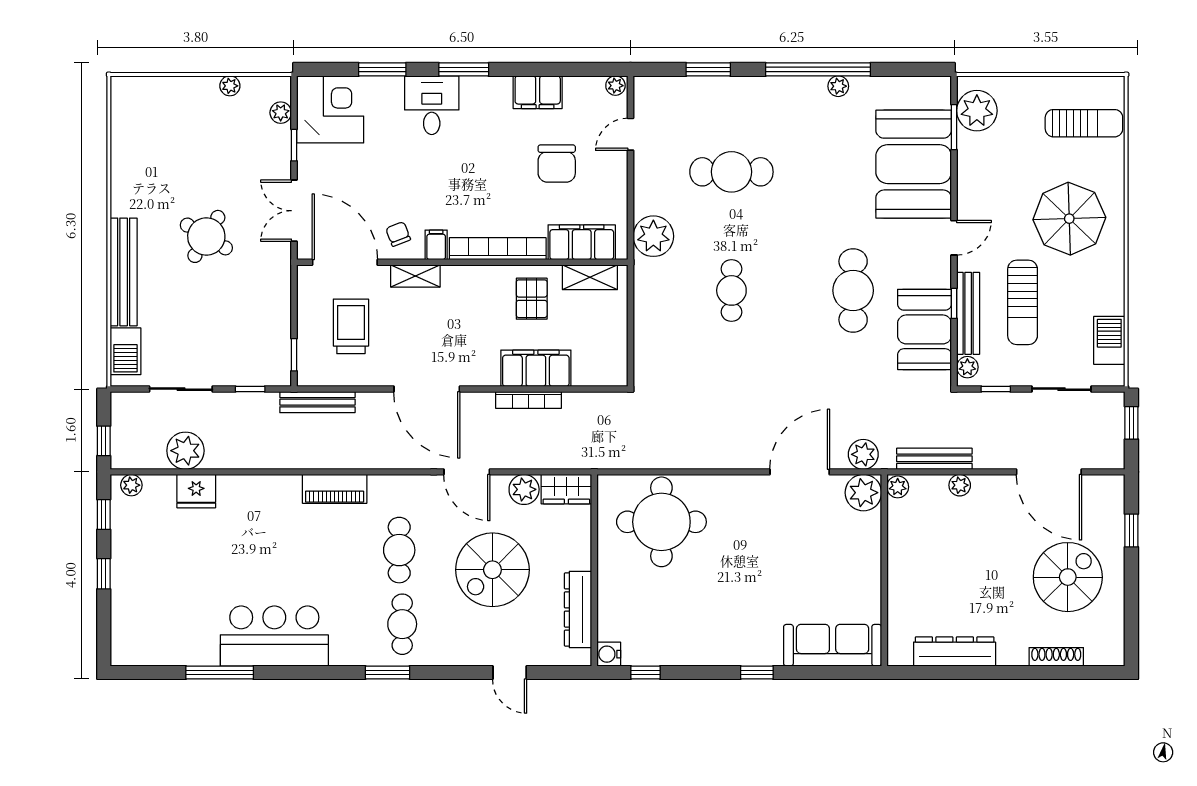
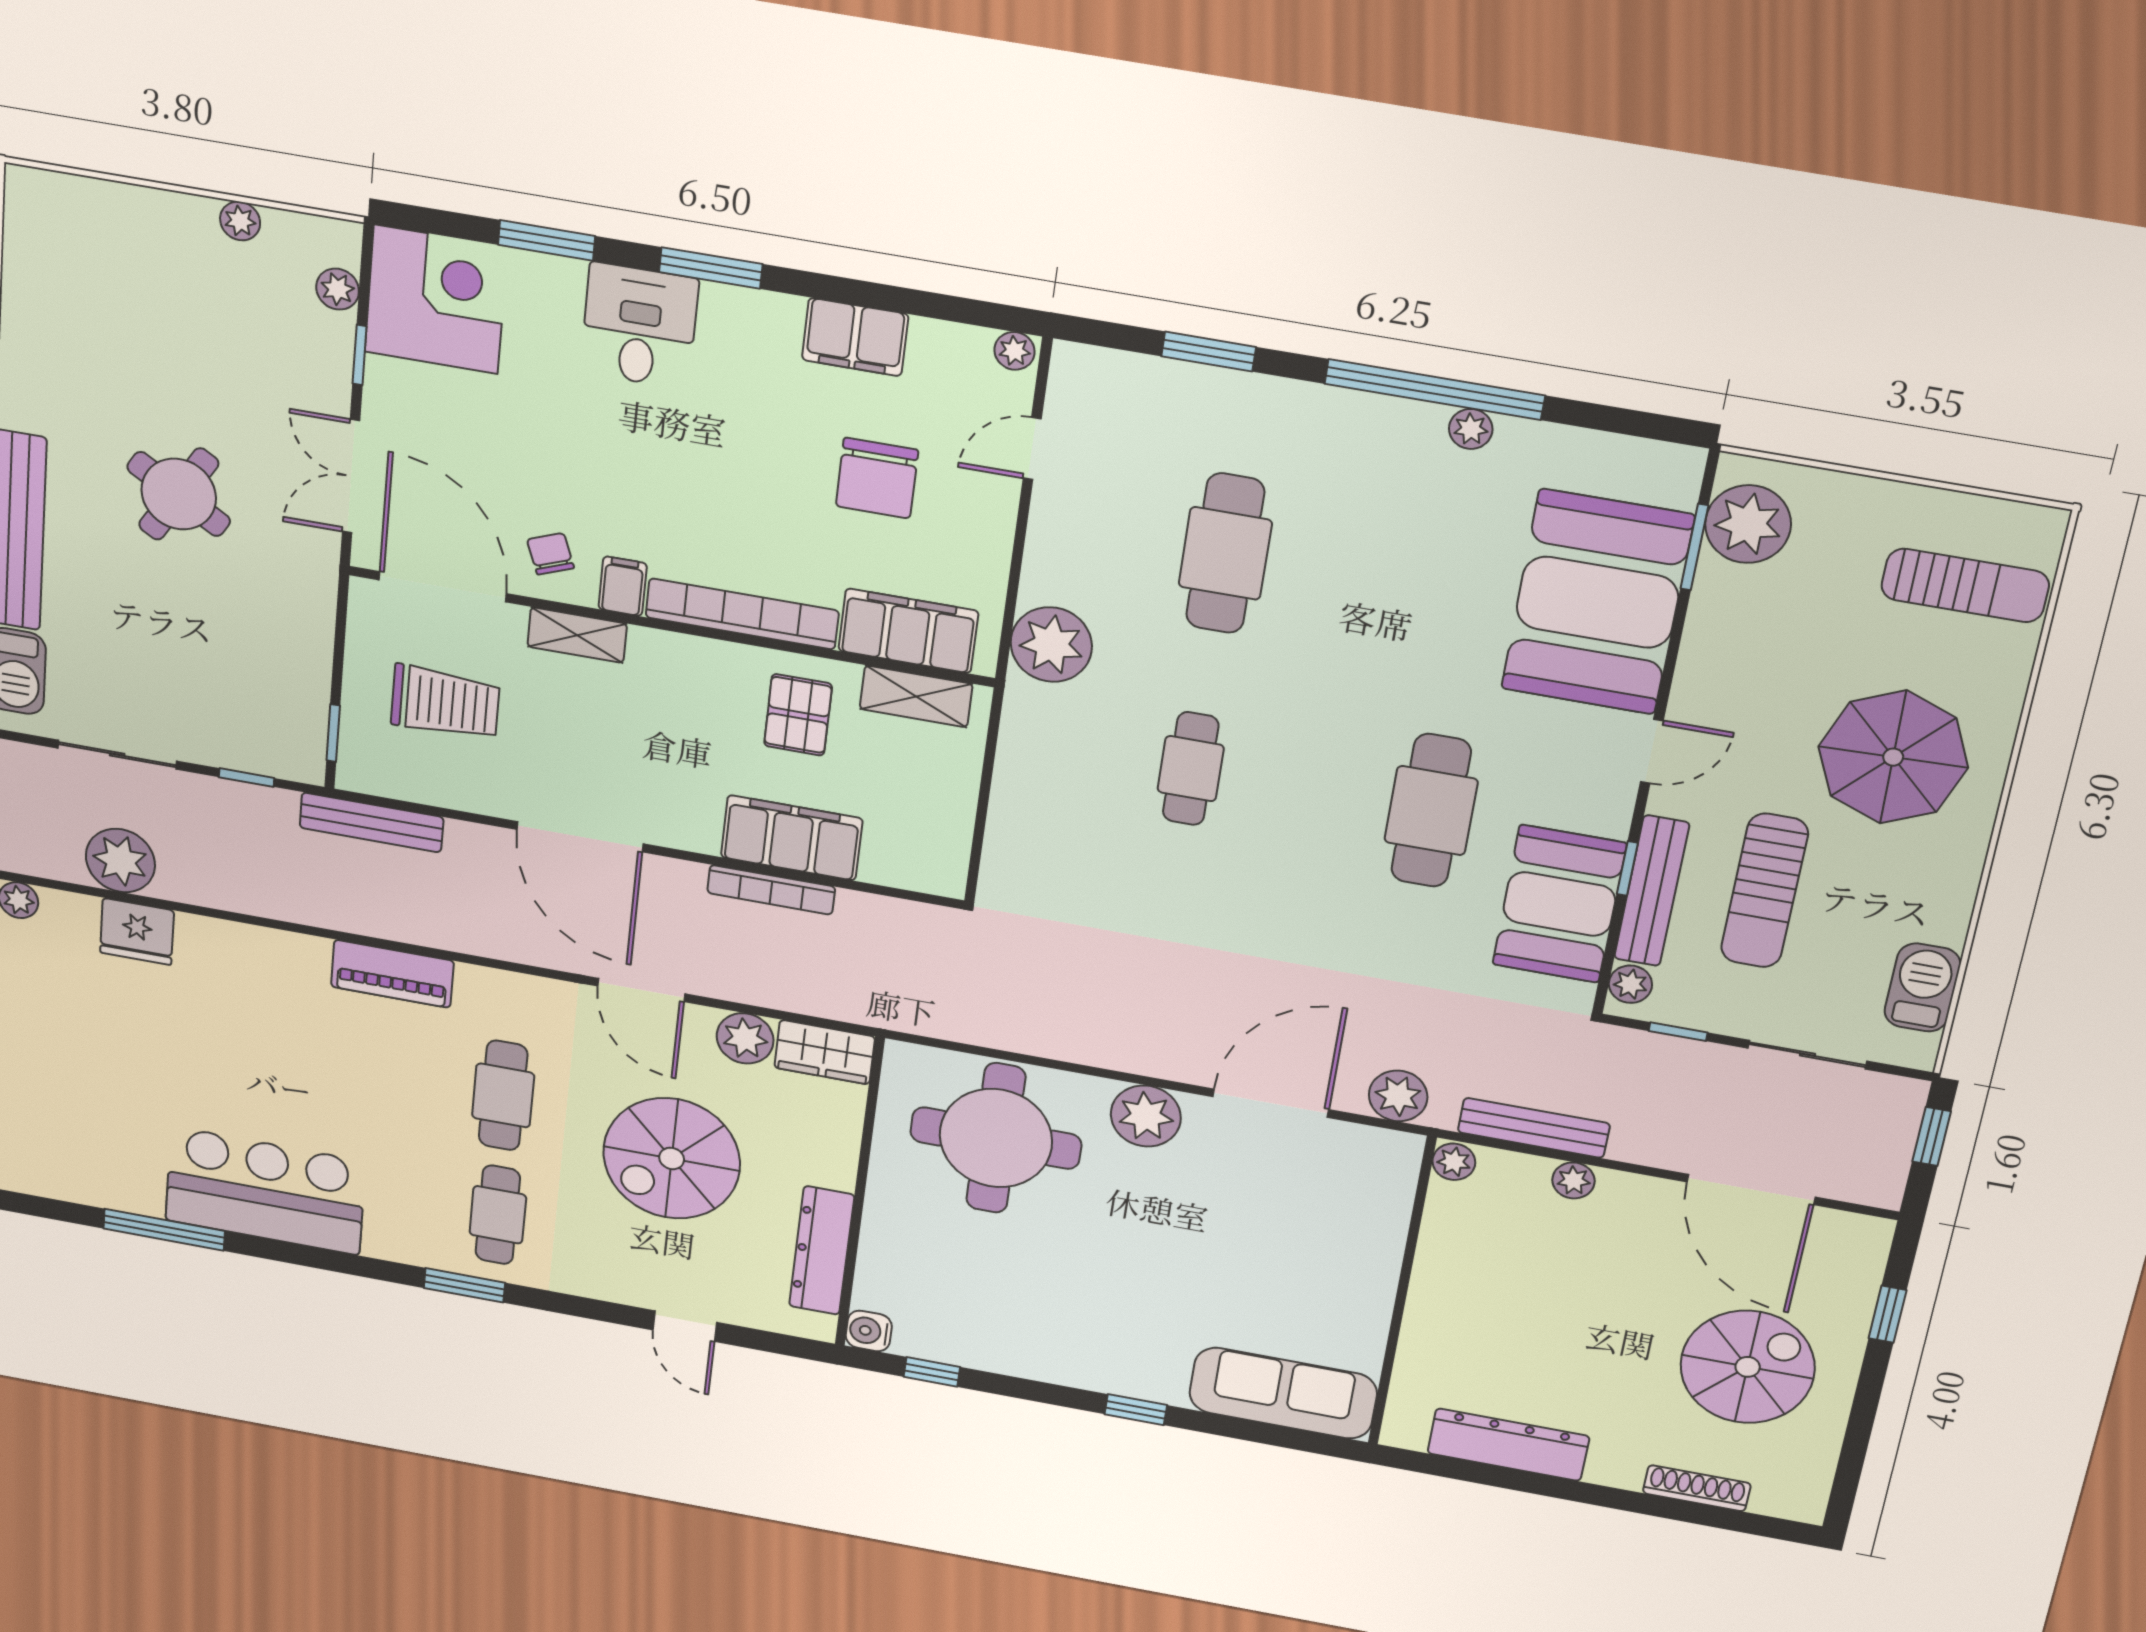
cafe table: (731, 172) -> (1225, 553), turned 90
trolley: (351, 326) -> (445, 703), turned 90
plant: (863, 493) -> (1146, 1116), moved

